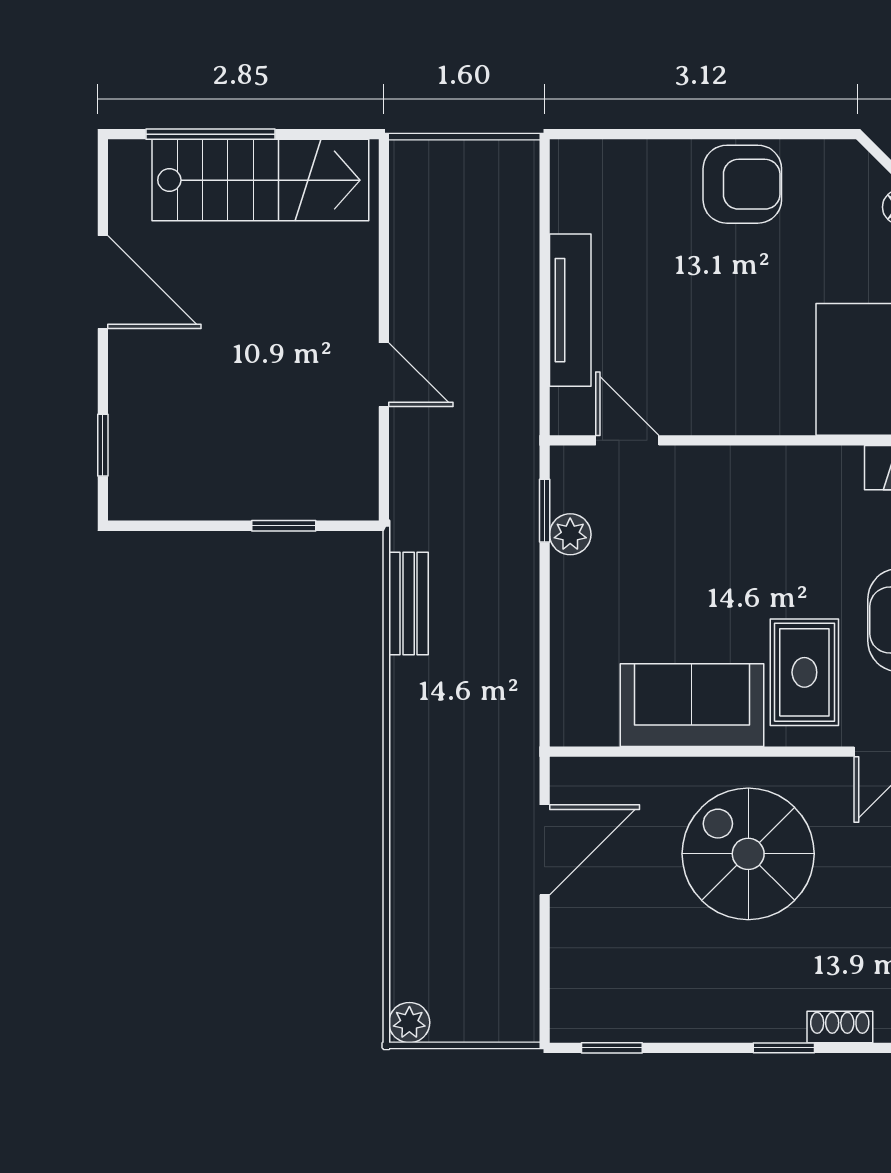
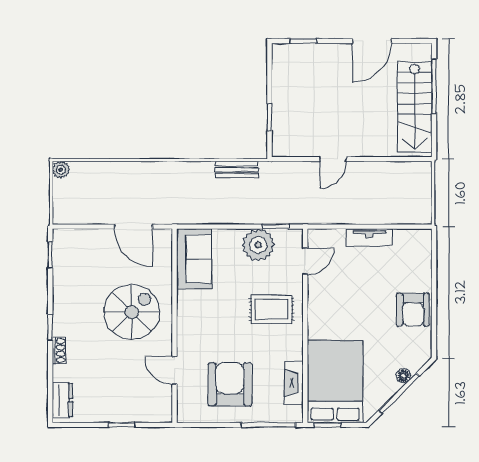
tv unit: (570, 310) -> (369, 237), width x0.71
plant: (570, 534) -> (258, 245), width x1.87, depth x1.87
rug: (804, 672) -> (271, 309), moved
sofa: (692, 705) -> (194, 259), moved

